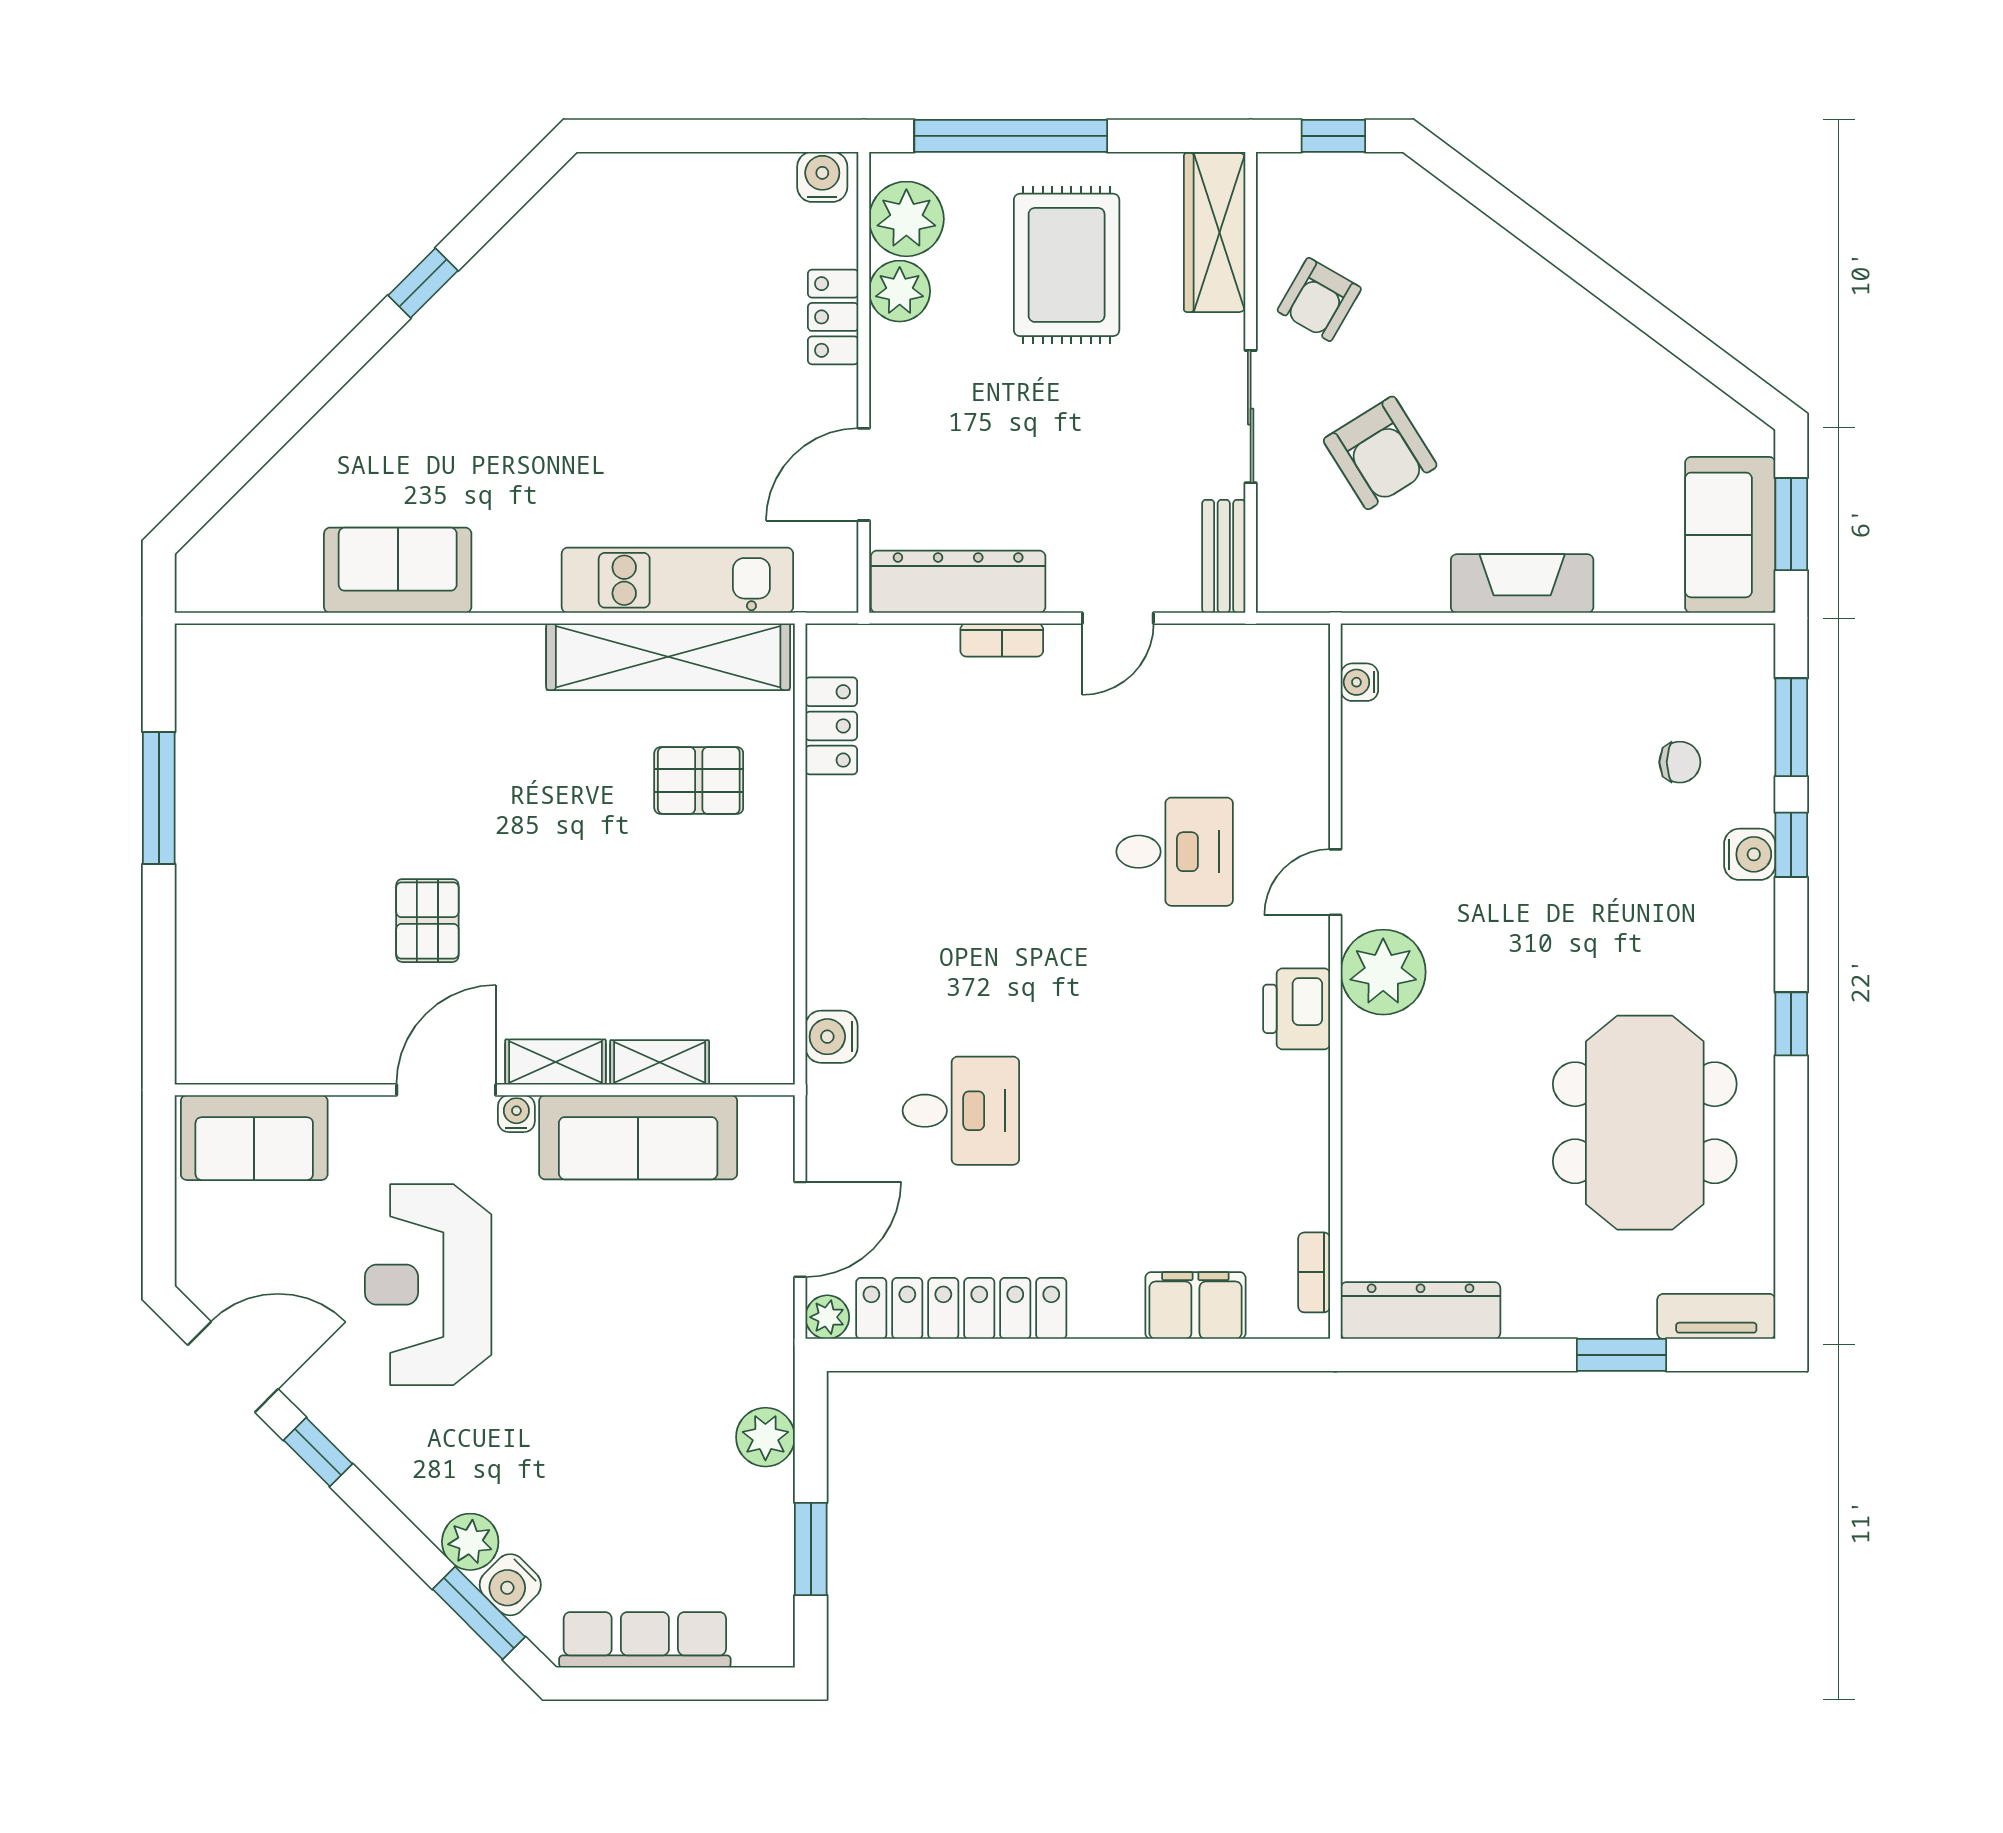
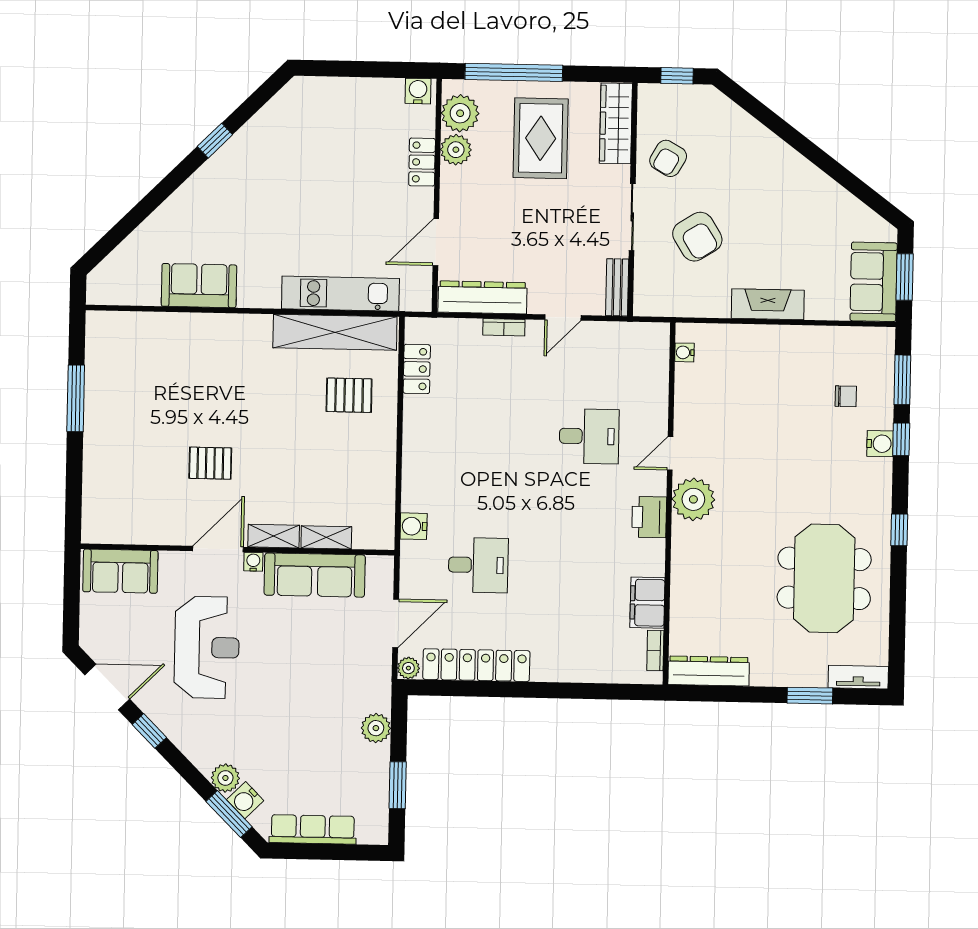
pallet: (427, 921) -> (210, 463), turned 90
reception desk: (428, 1285) -> (207, 647), turned 180
filing cabinet: (1195, 1306) -> (647, 603), moved, turned -90

